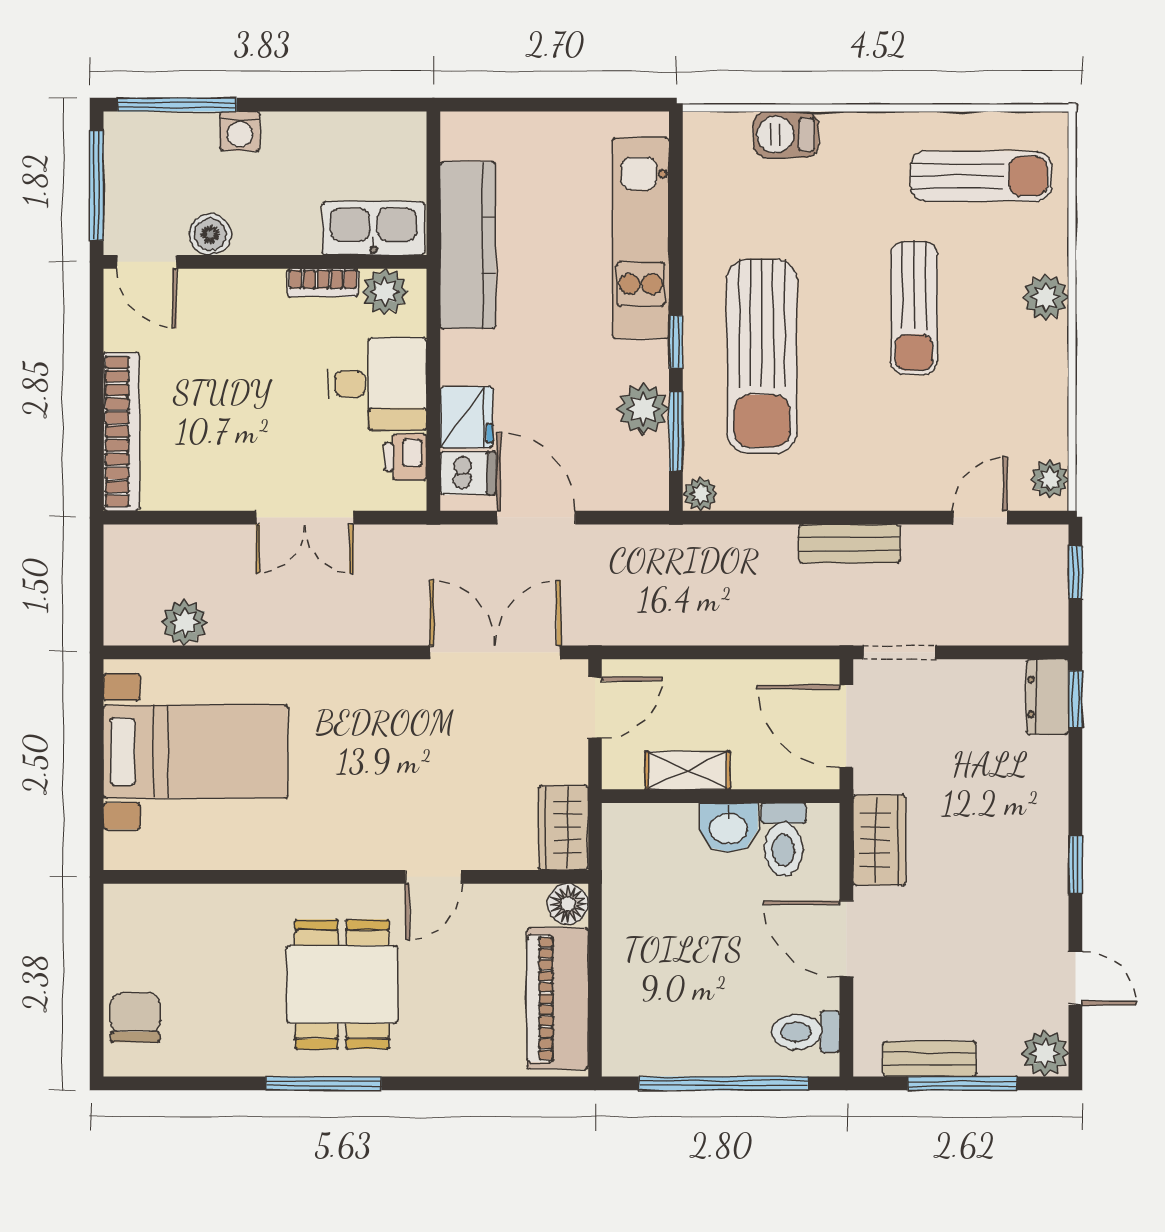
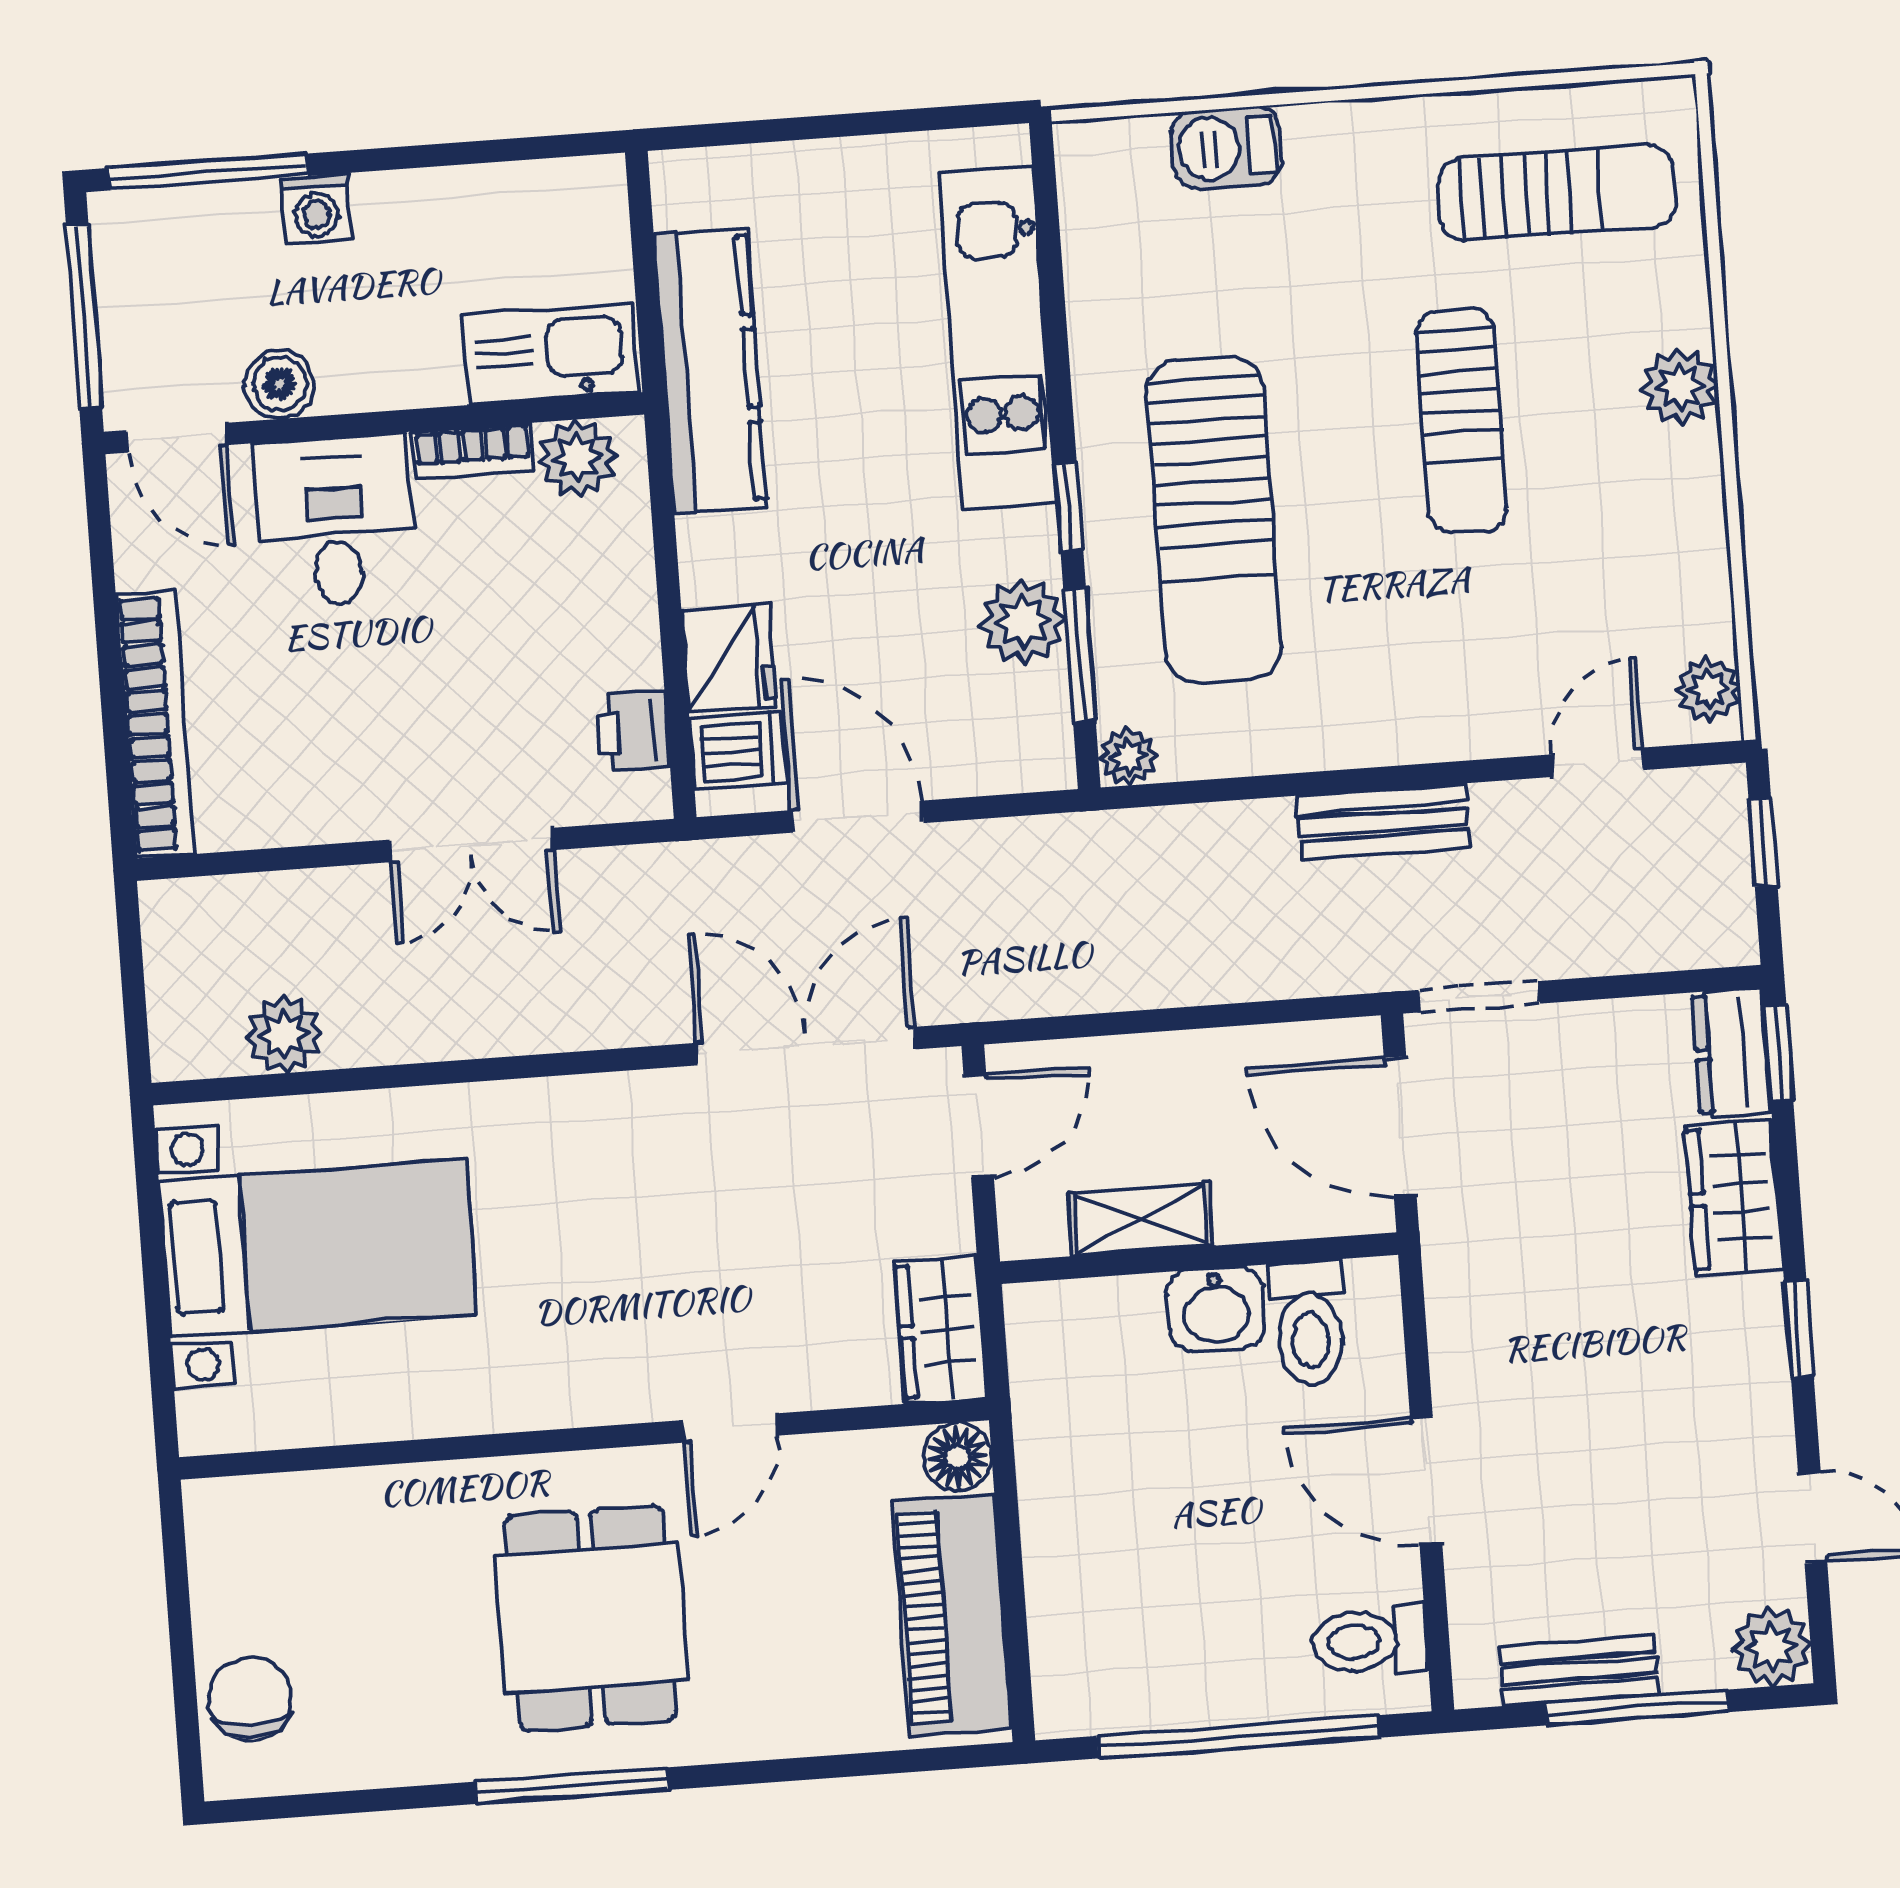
desk: (377, 384) -> (335, 521), moved, turned -90
wardrobe: (879, 840) -> (1734, 1197), moved, turned 180

